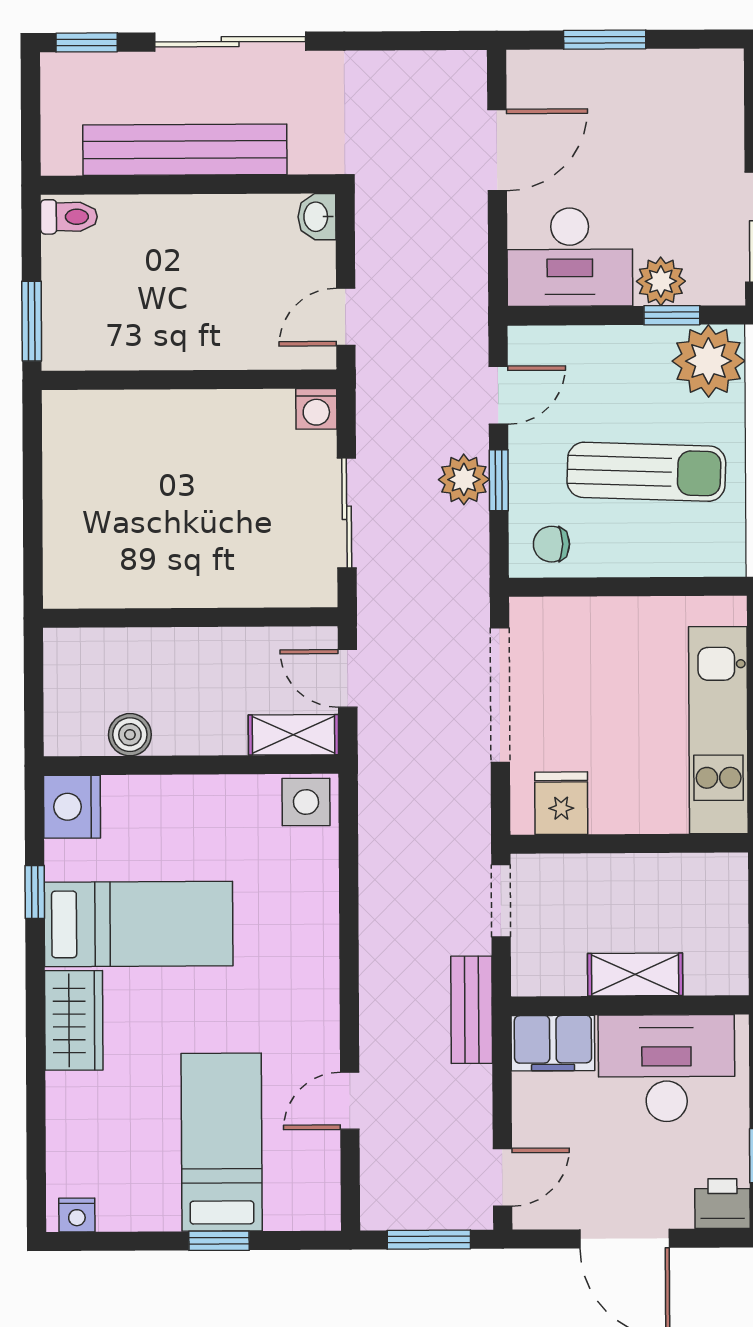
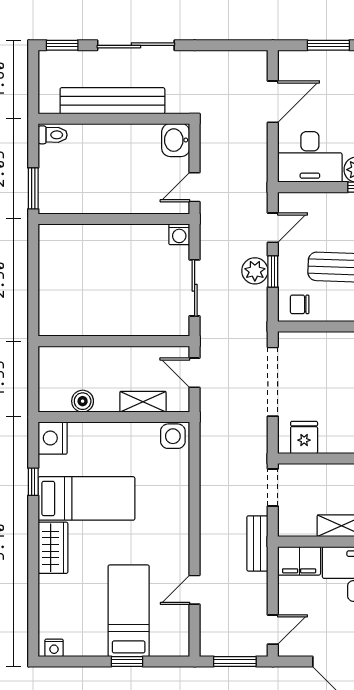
washbasin: (317, 217) -> (176, 140), width x1.38, depth x1.45
shelving: (293, 735) -> (143, 402), moved

